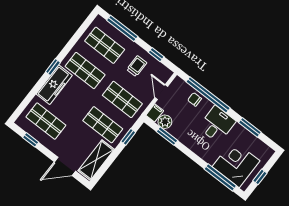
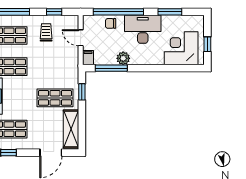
shop shelf: (122, 99) -> (55, 67), removed
plant: (165, 122) -> (123, 58), moved
desk: (217, 124) -> (143, 29), width x1.37
window: (167, 136) -> (111, 68), width x1.44
window: (220, 177) -> (177, 68), removed

